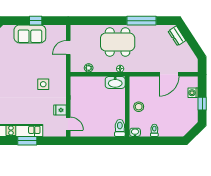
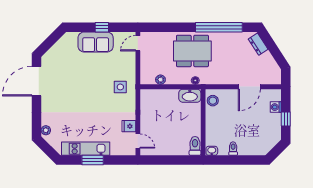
window: (141, 21) -> (219, 27), width x1.46
door: (68, 47) -> (138, 43), moved
side table: (43, 84) -> (120, 87), moved
stool: (139, 107) -> (213, 101), moved

